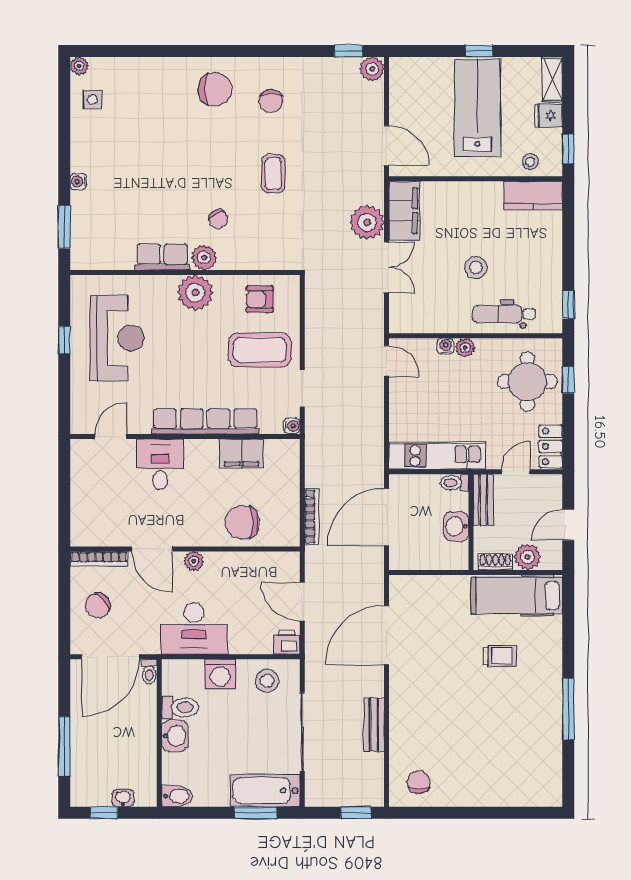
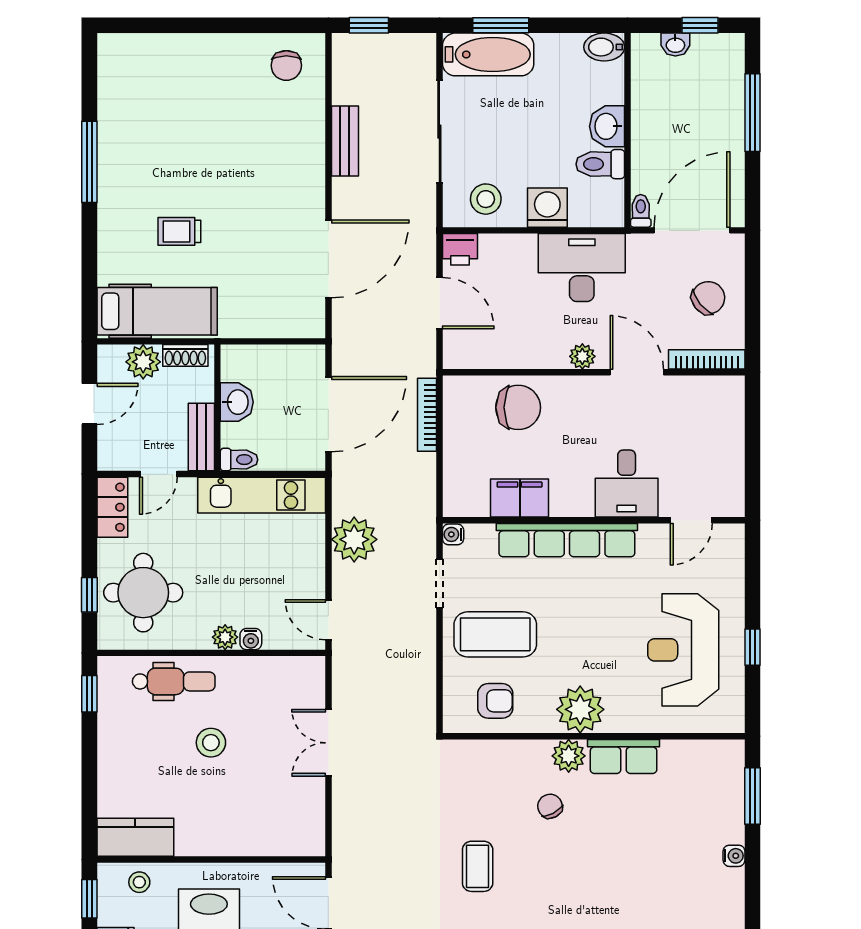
filing cabinet: (404, 211) -> (305, 817), removed
plant: (367, 222) -> (354, 539), moved

